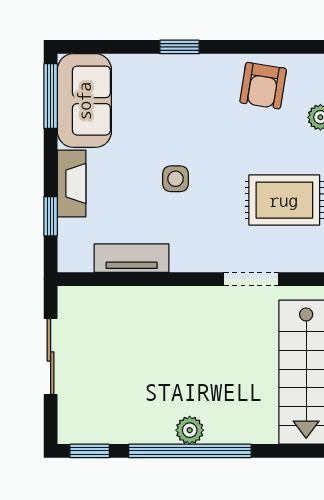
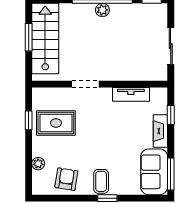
coffee table: (192, 81) -> (101, 181), added
side table: (175, 179) -> (109, 133), removed
doorway: (251, 279) -> (86, 84), moved

